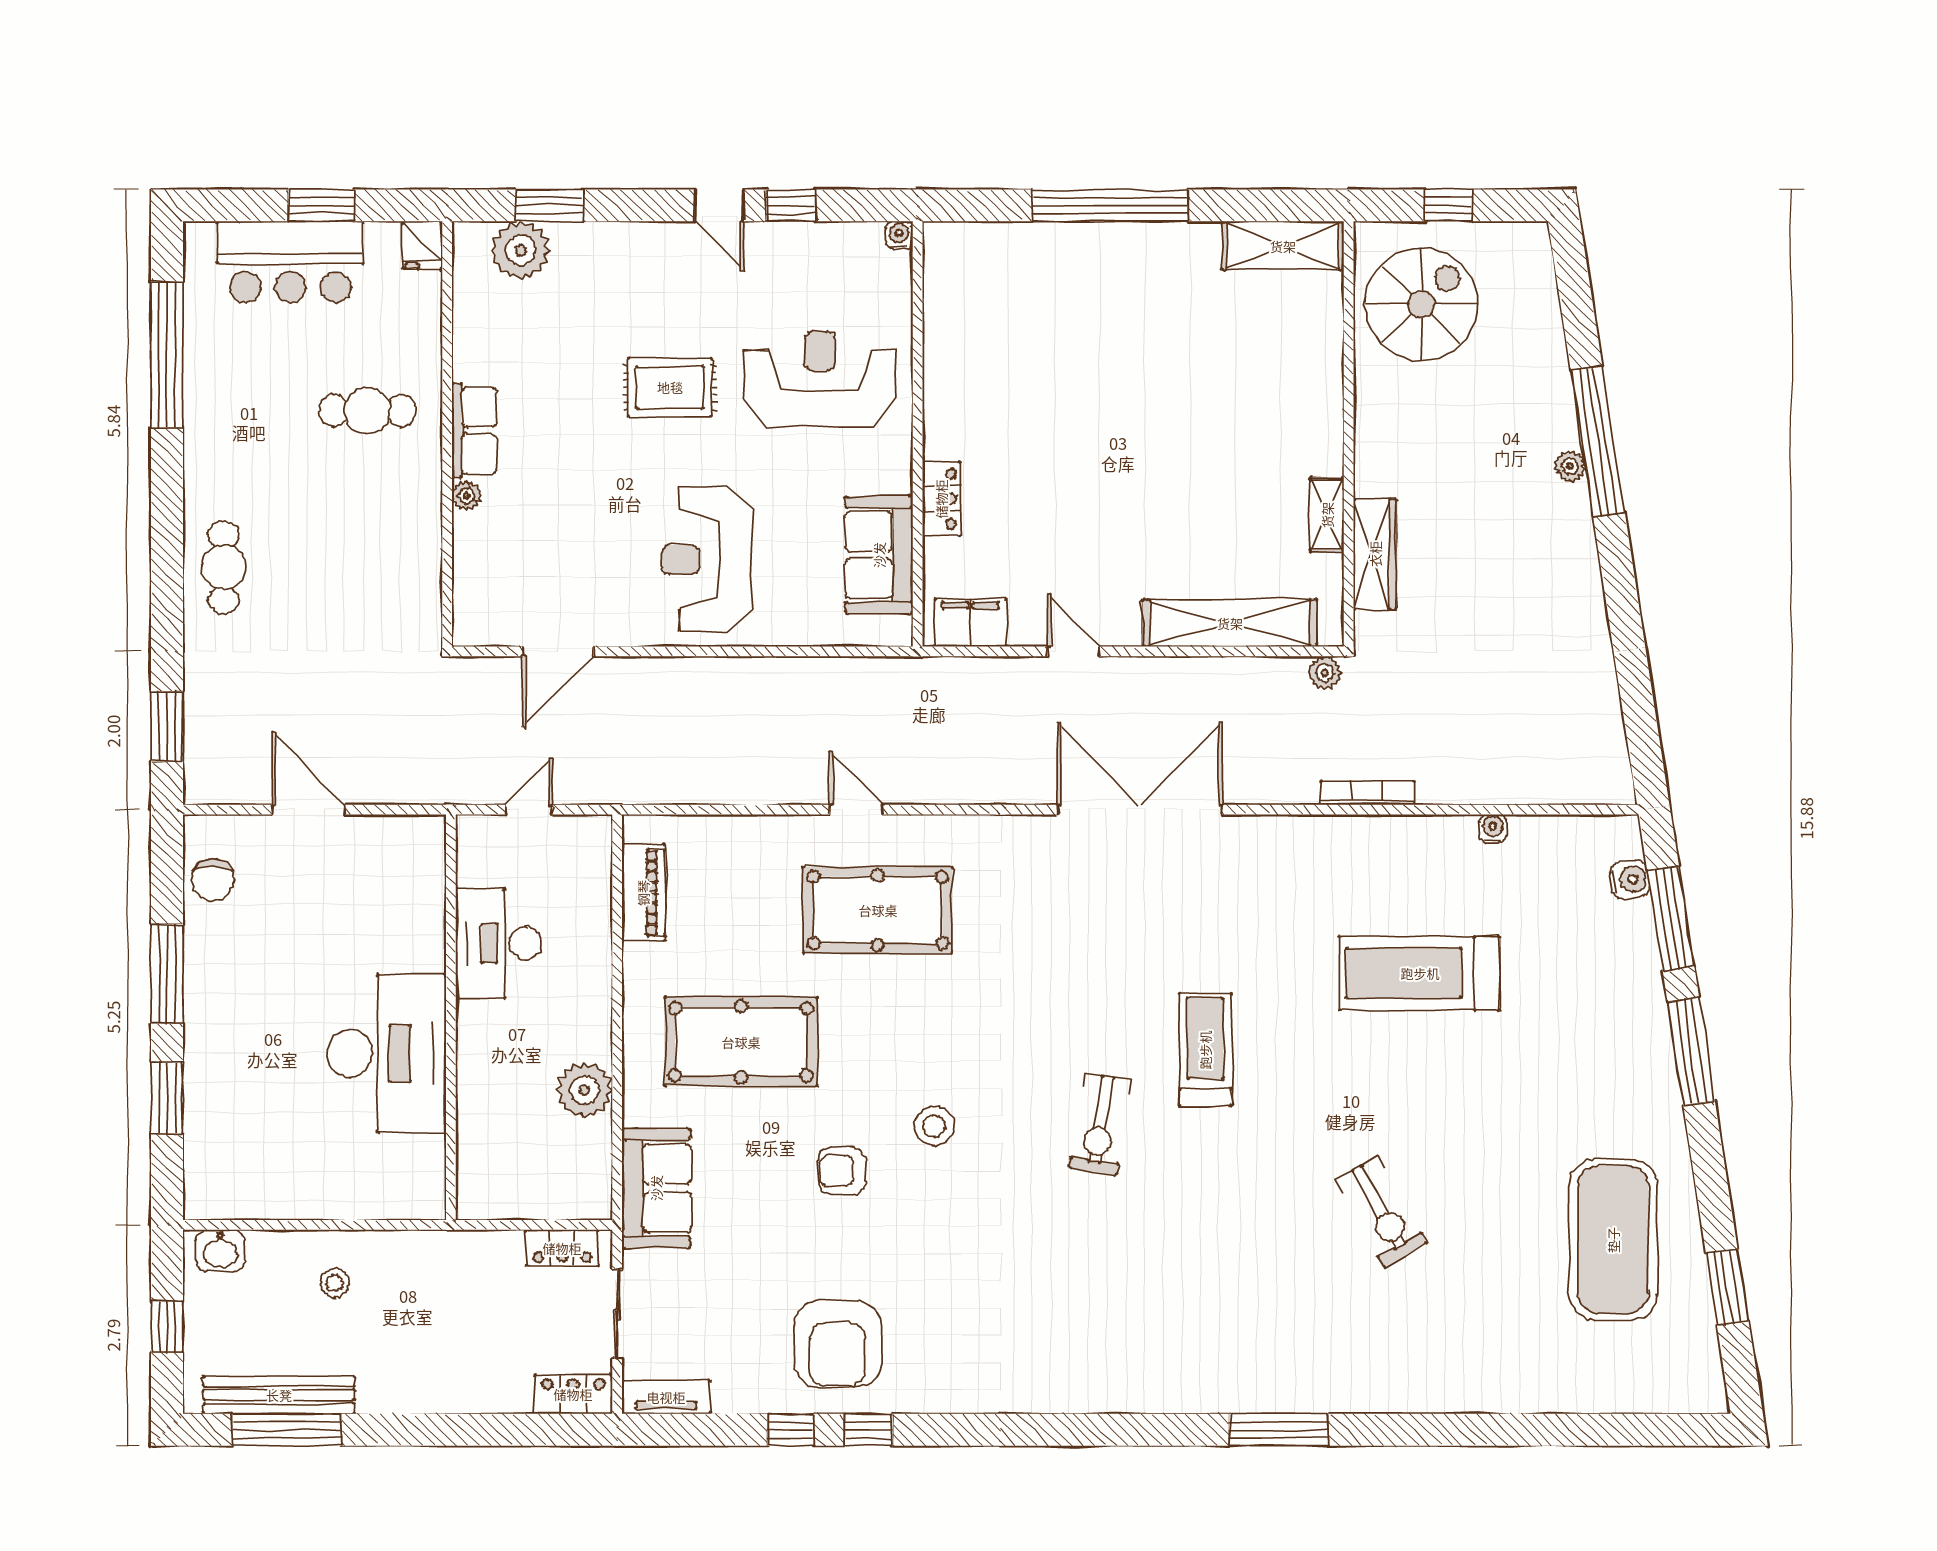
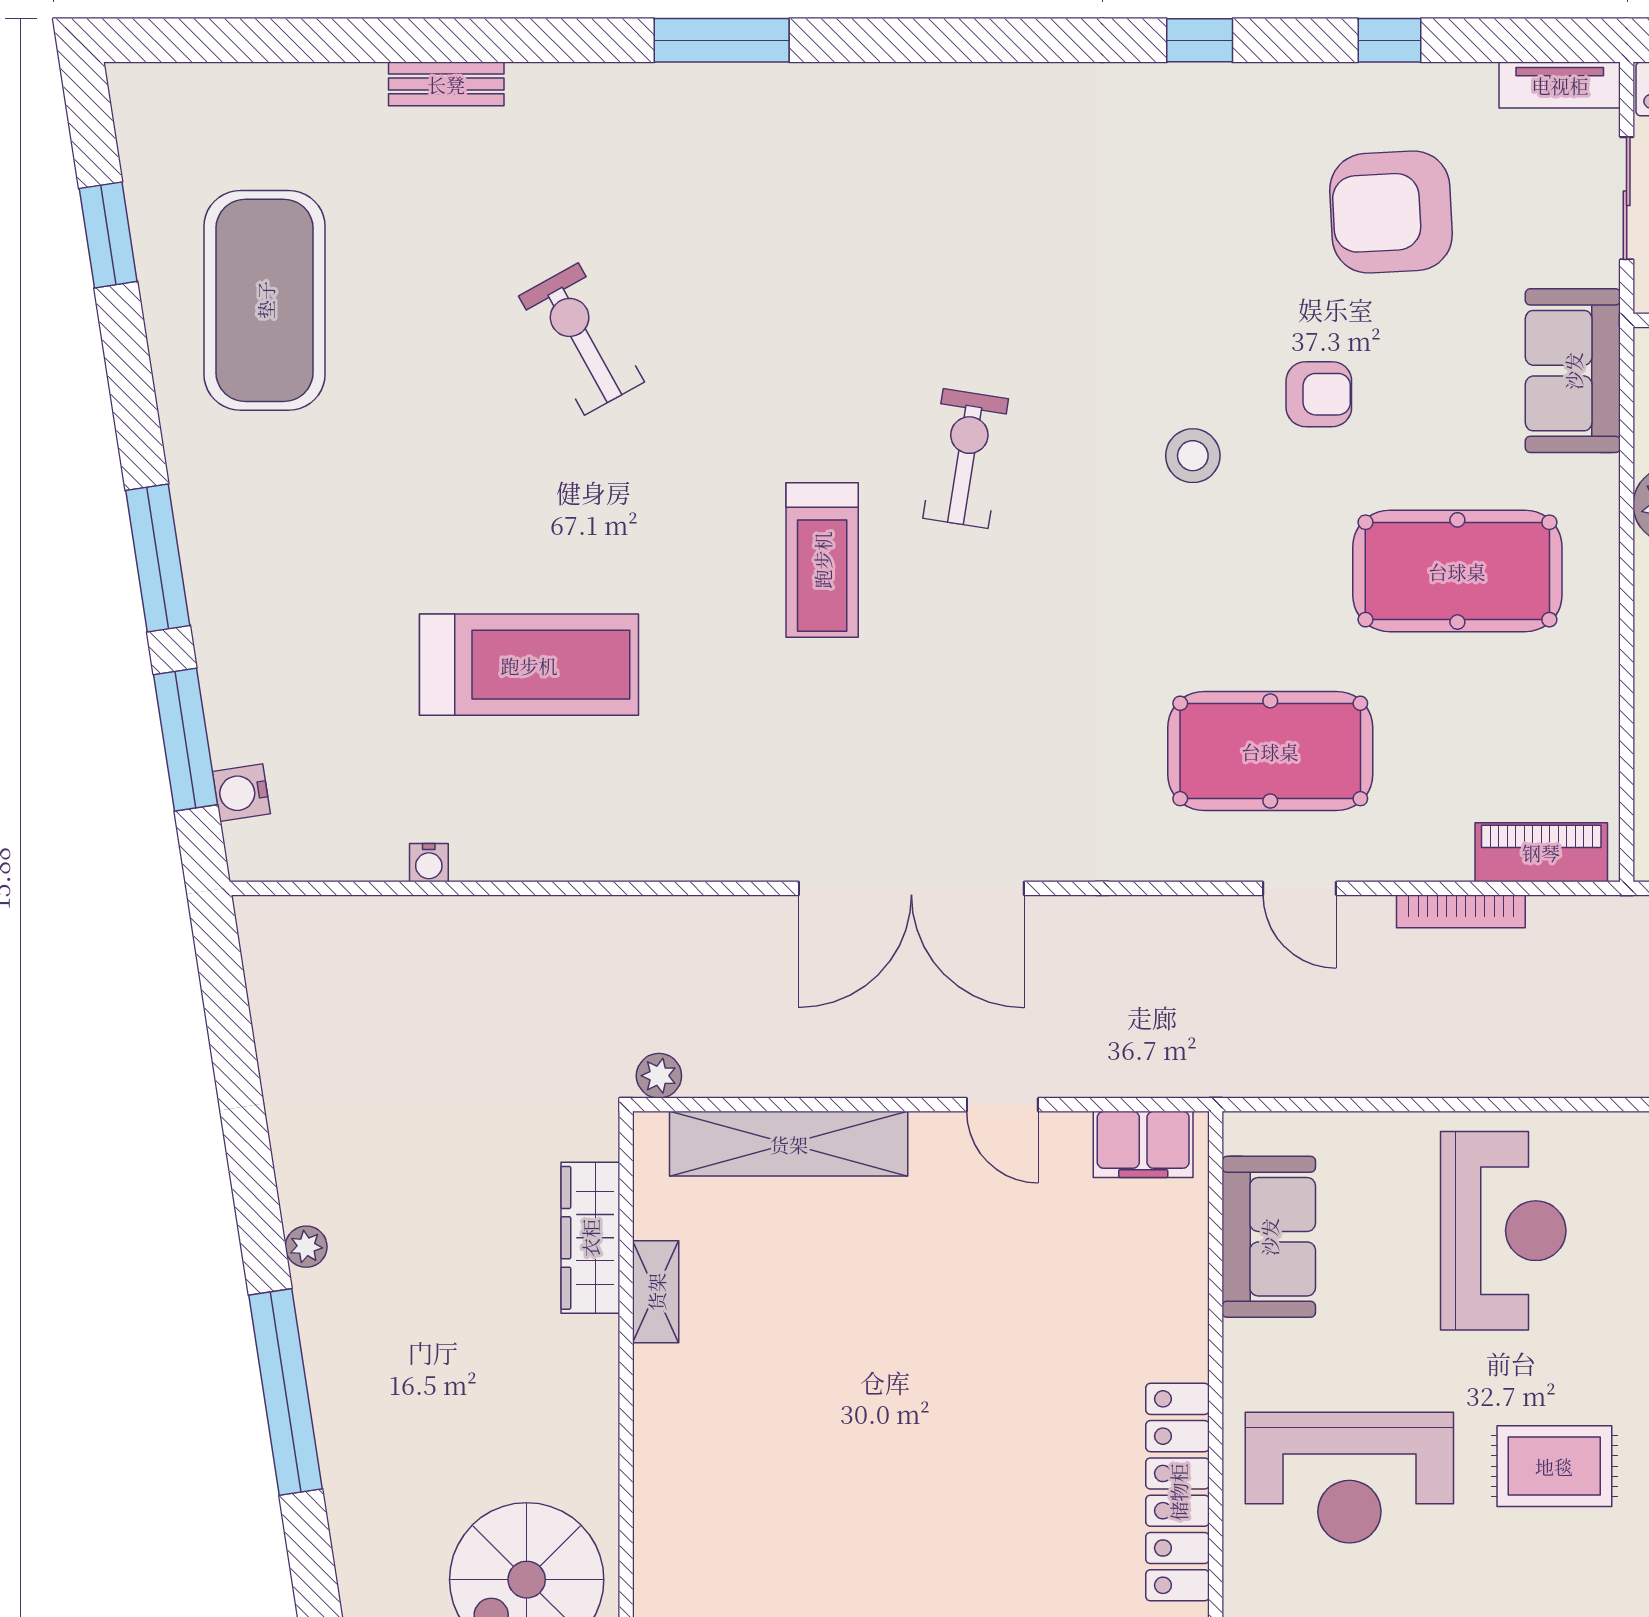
plant: (1570, 466) -> (306, 1247), moved
locker: (941, 499) -> (1178, 1492), moved, width x2.16, depth x1.21
bookcase: (1367, 793) -> (1461, 911), moved
piano: (643, 893) -> (1541, 852), moved, turned 90
armchair: (838, 1344) -> (1391, 212), moved, turned -93
bench: (1480, 1398) -> (446, 84), added
window: (869, 1430) -> (1200, 40), moved

